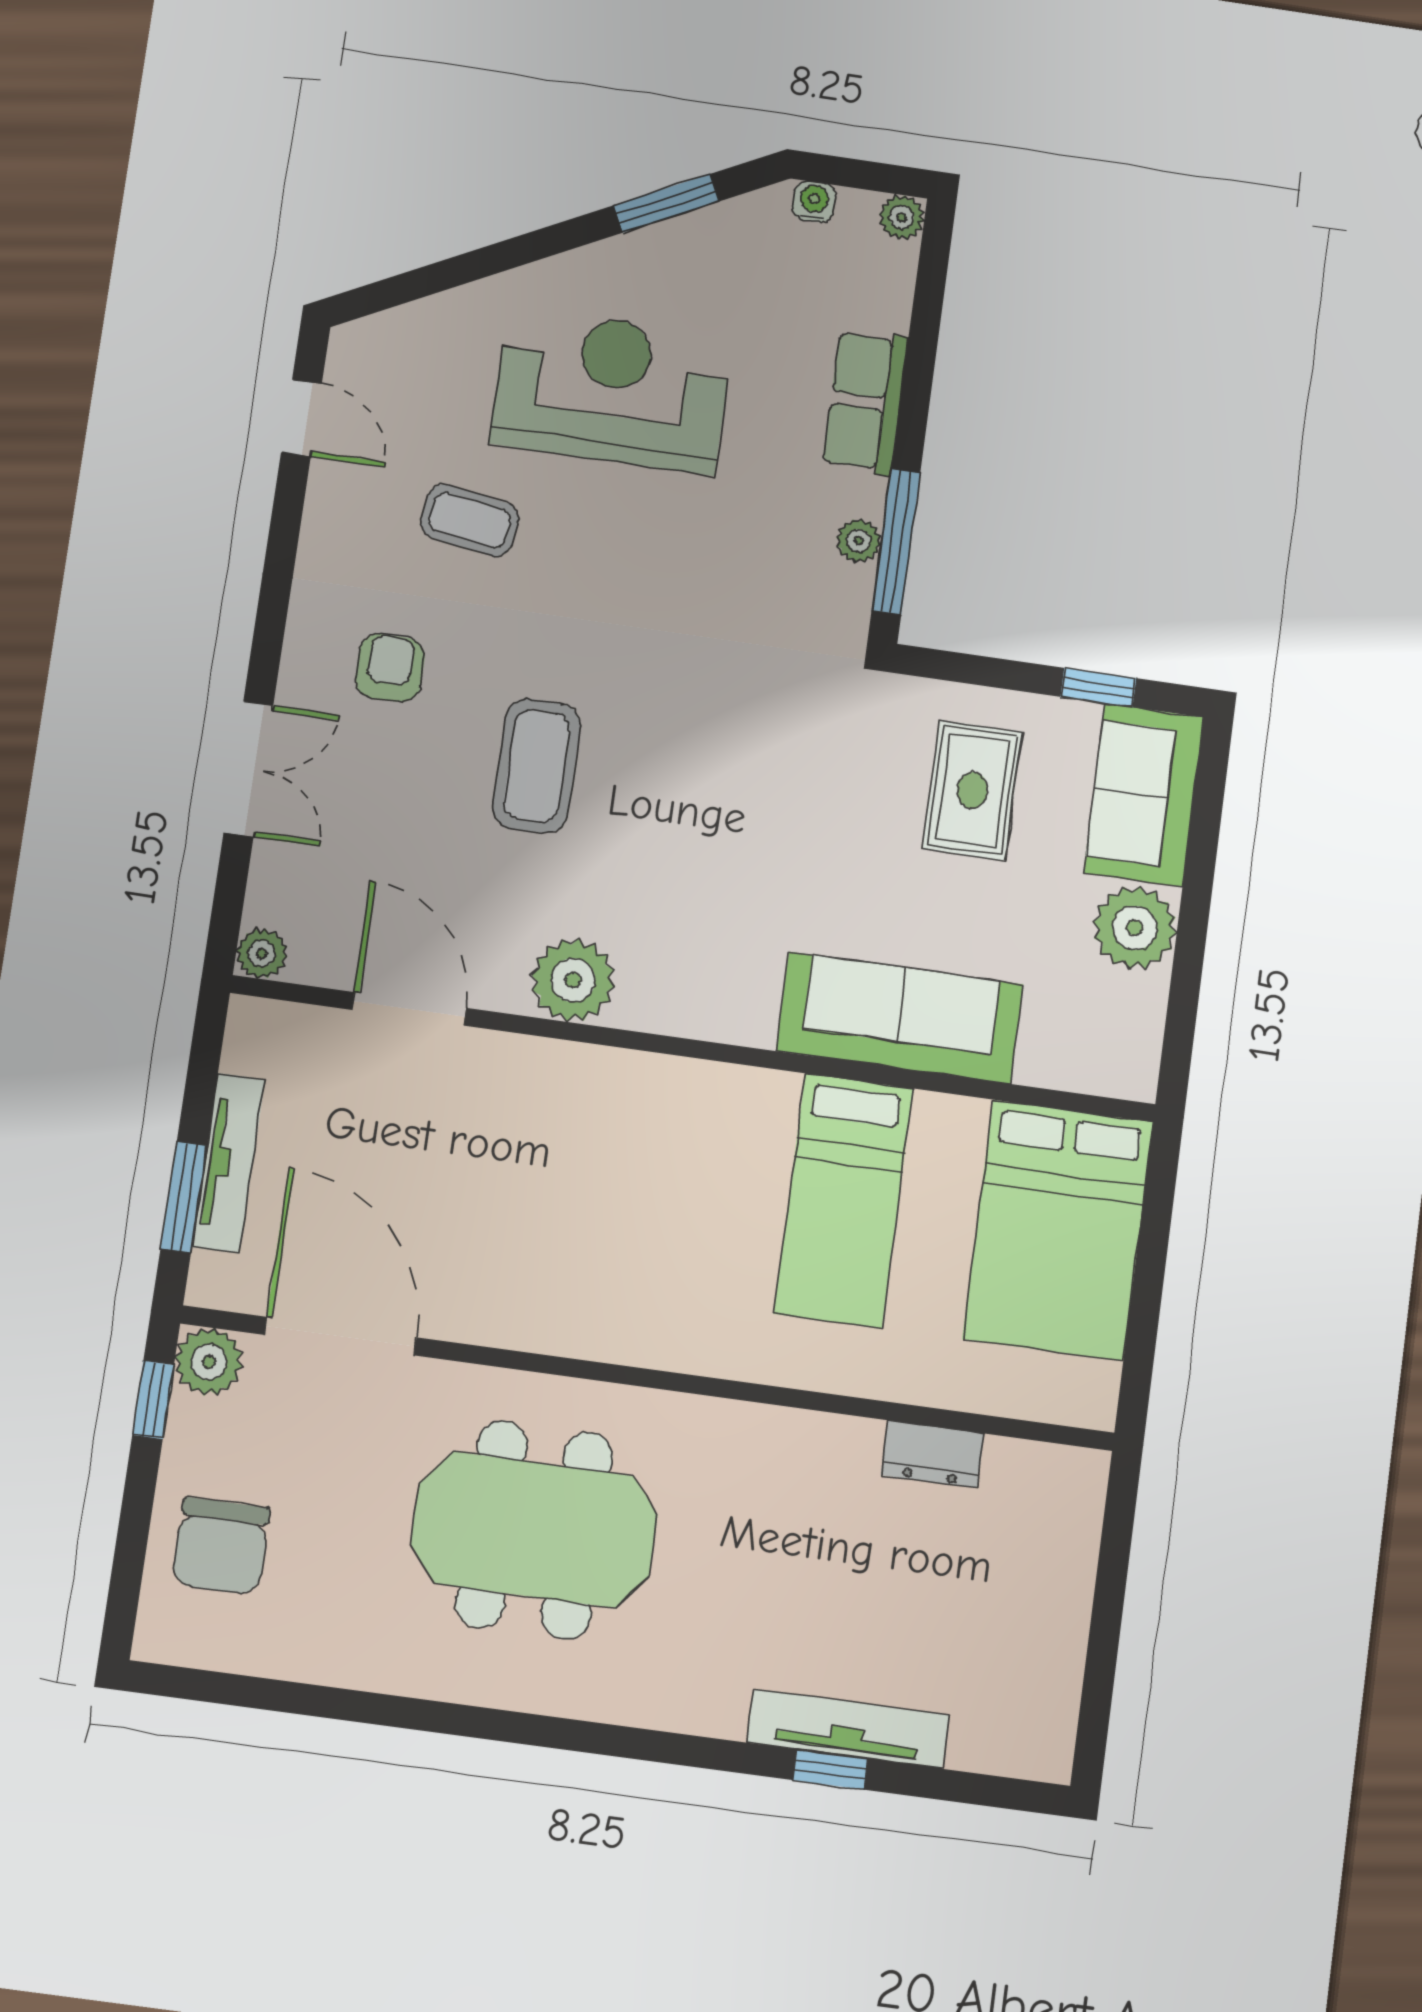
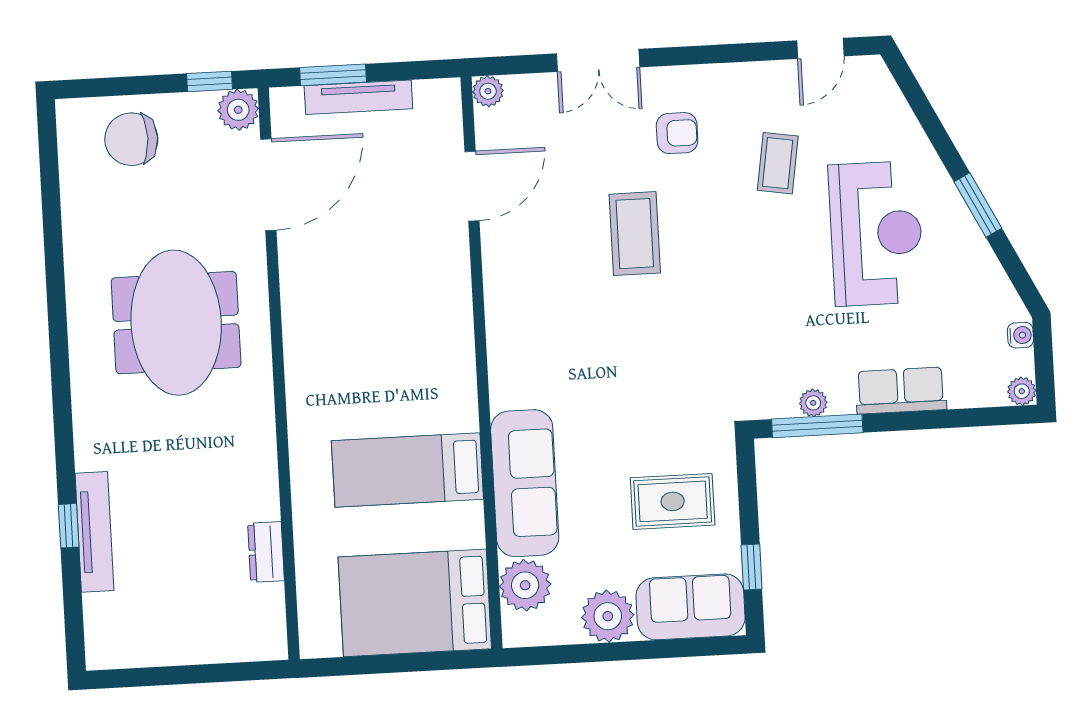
window: (666, 203) -> (978, 205), moved
coffee table: (536, 766) -> (635, 234), turned 90
plant: (573, 980) -> (525, 585), moved

